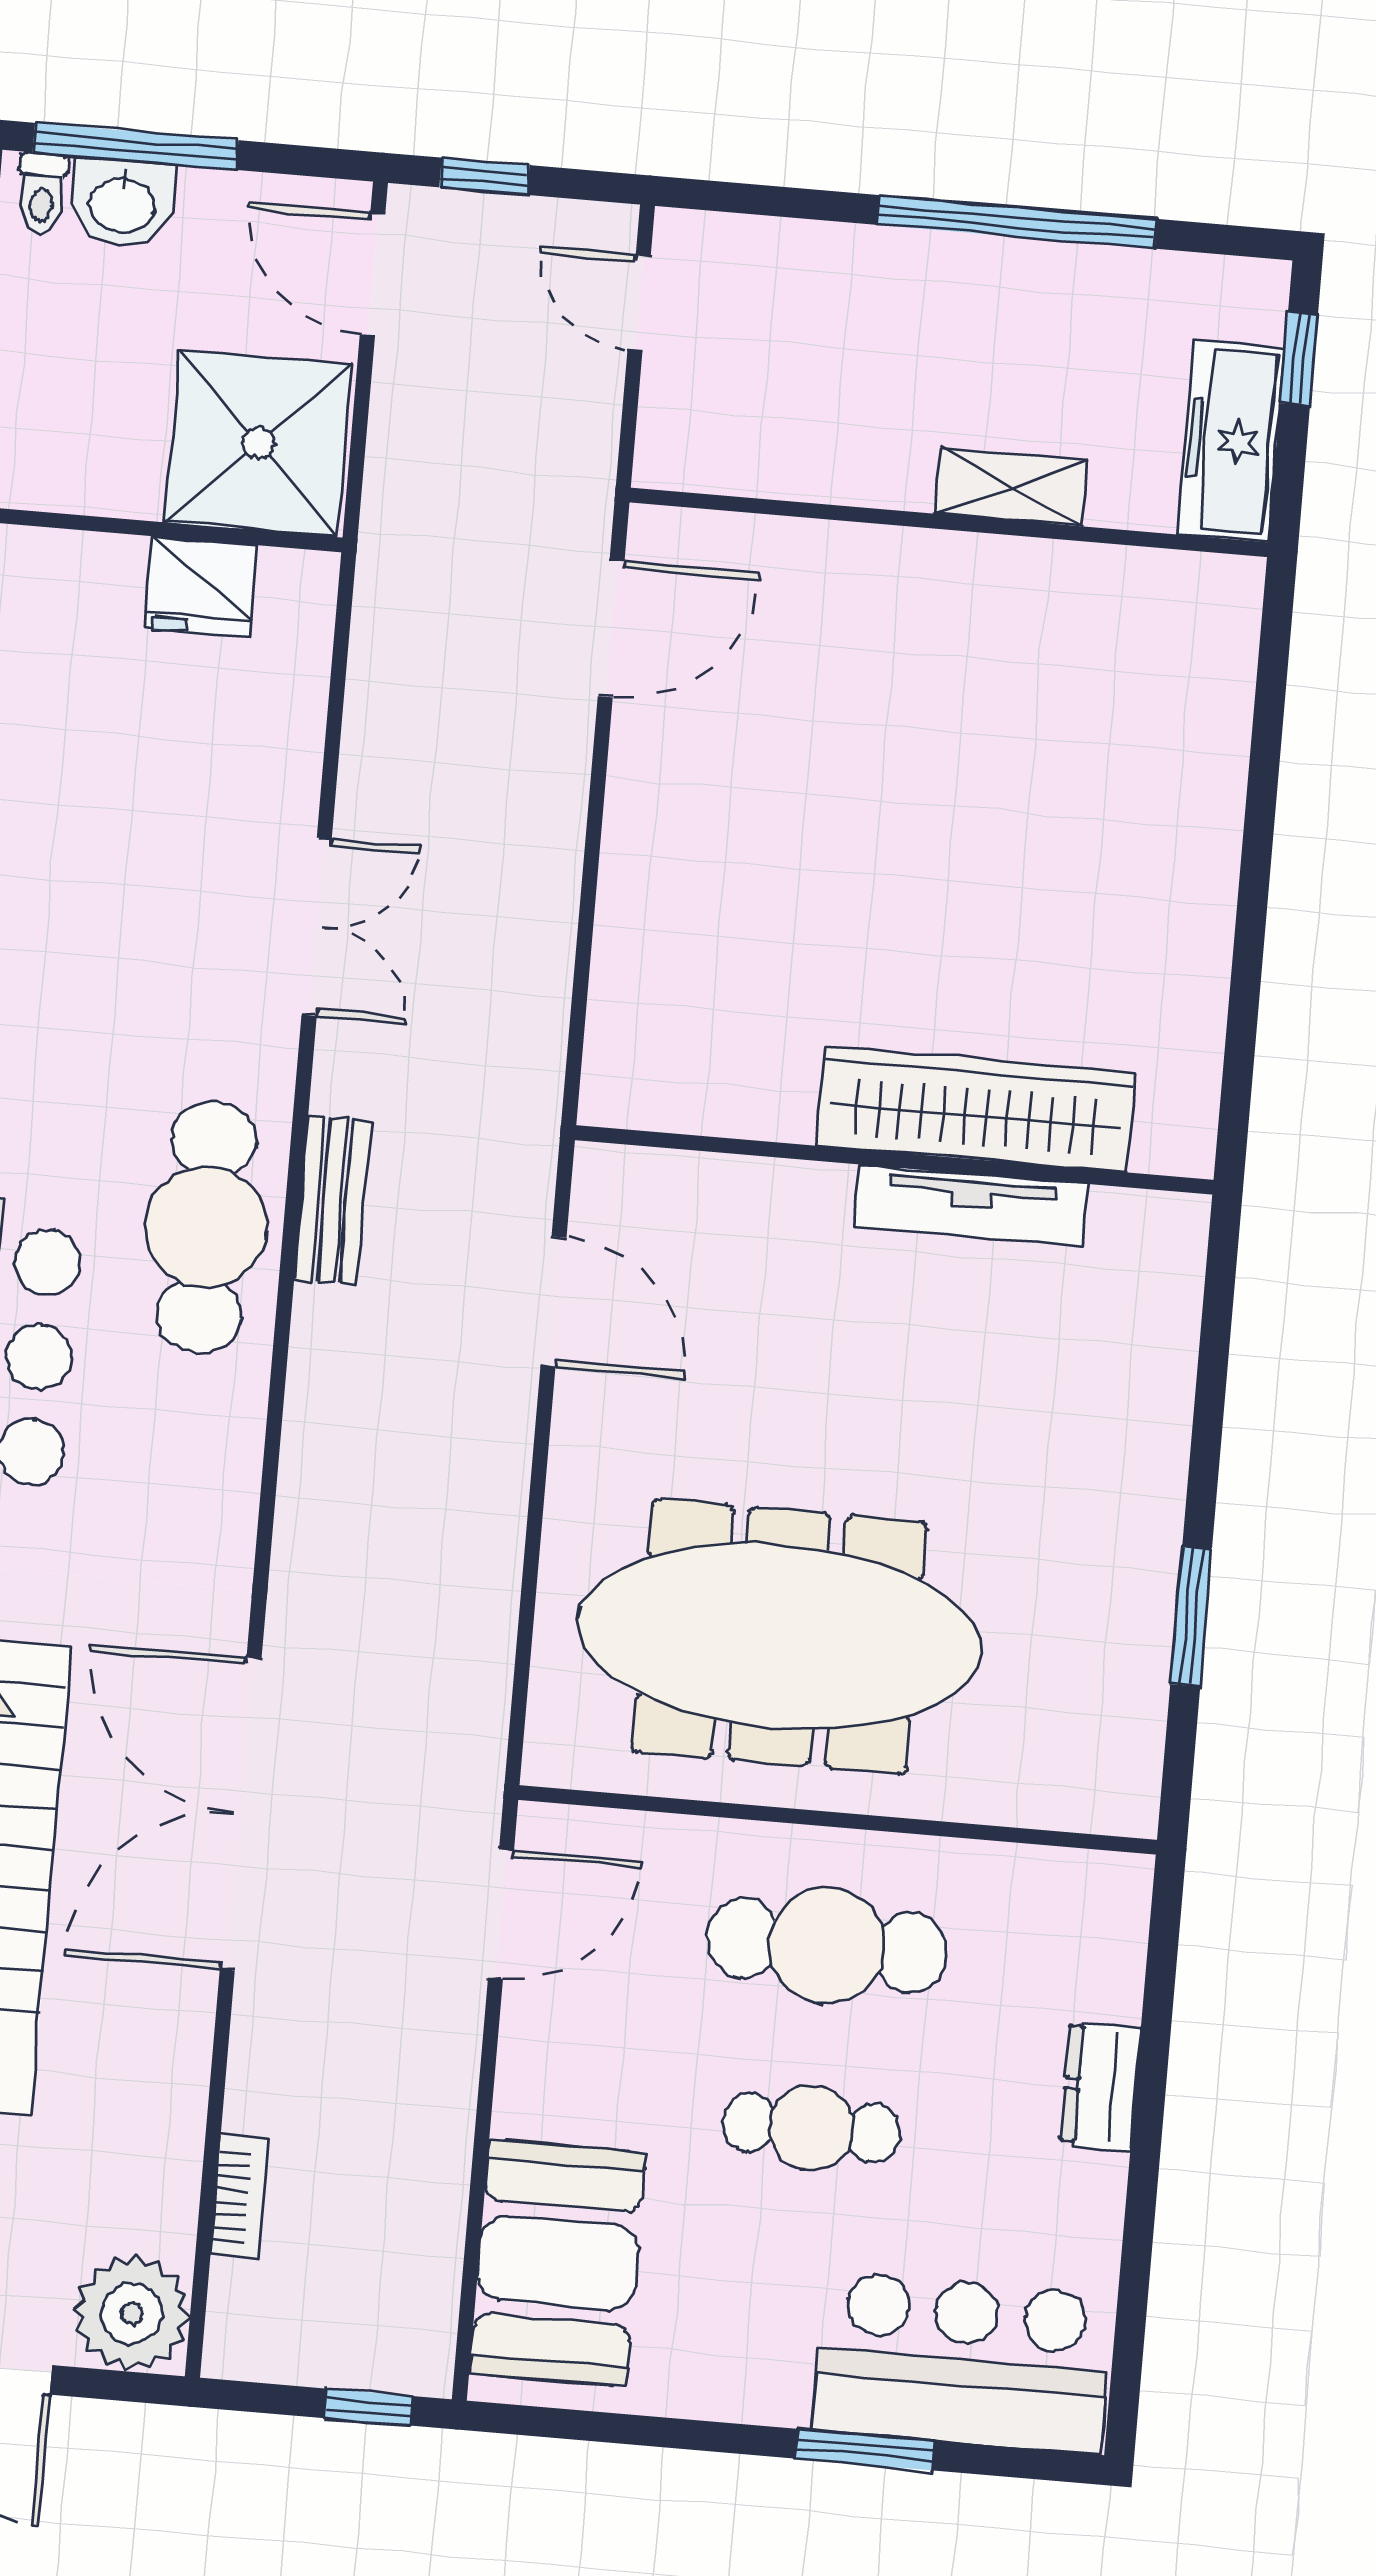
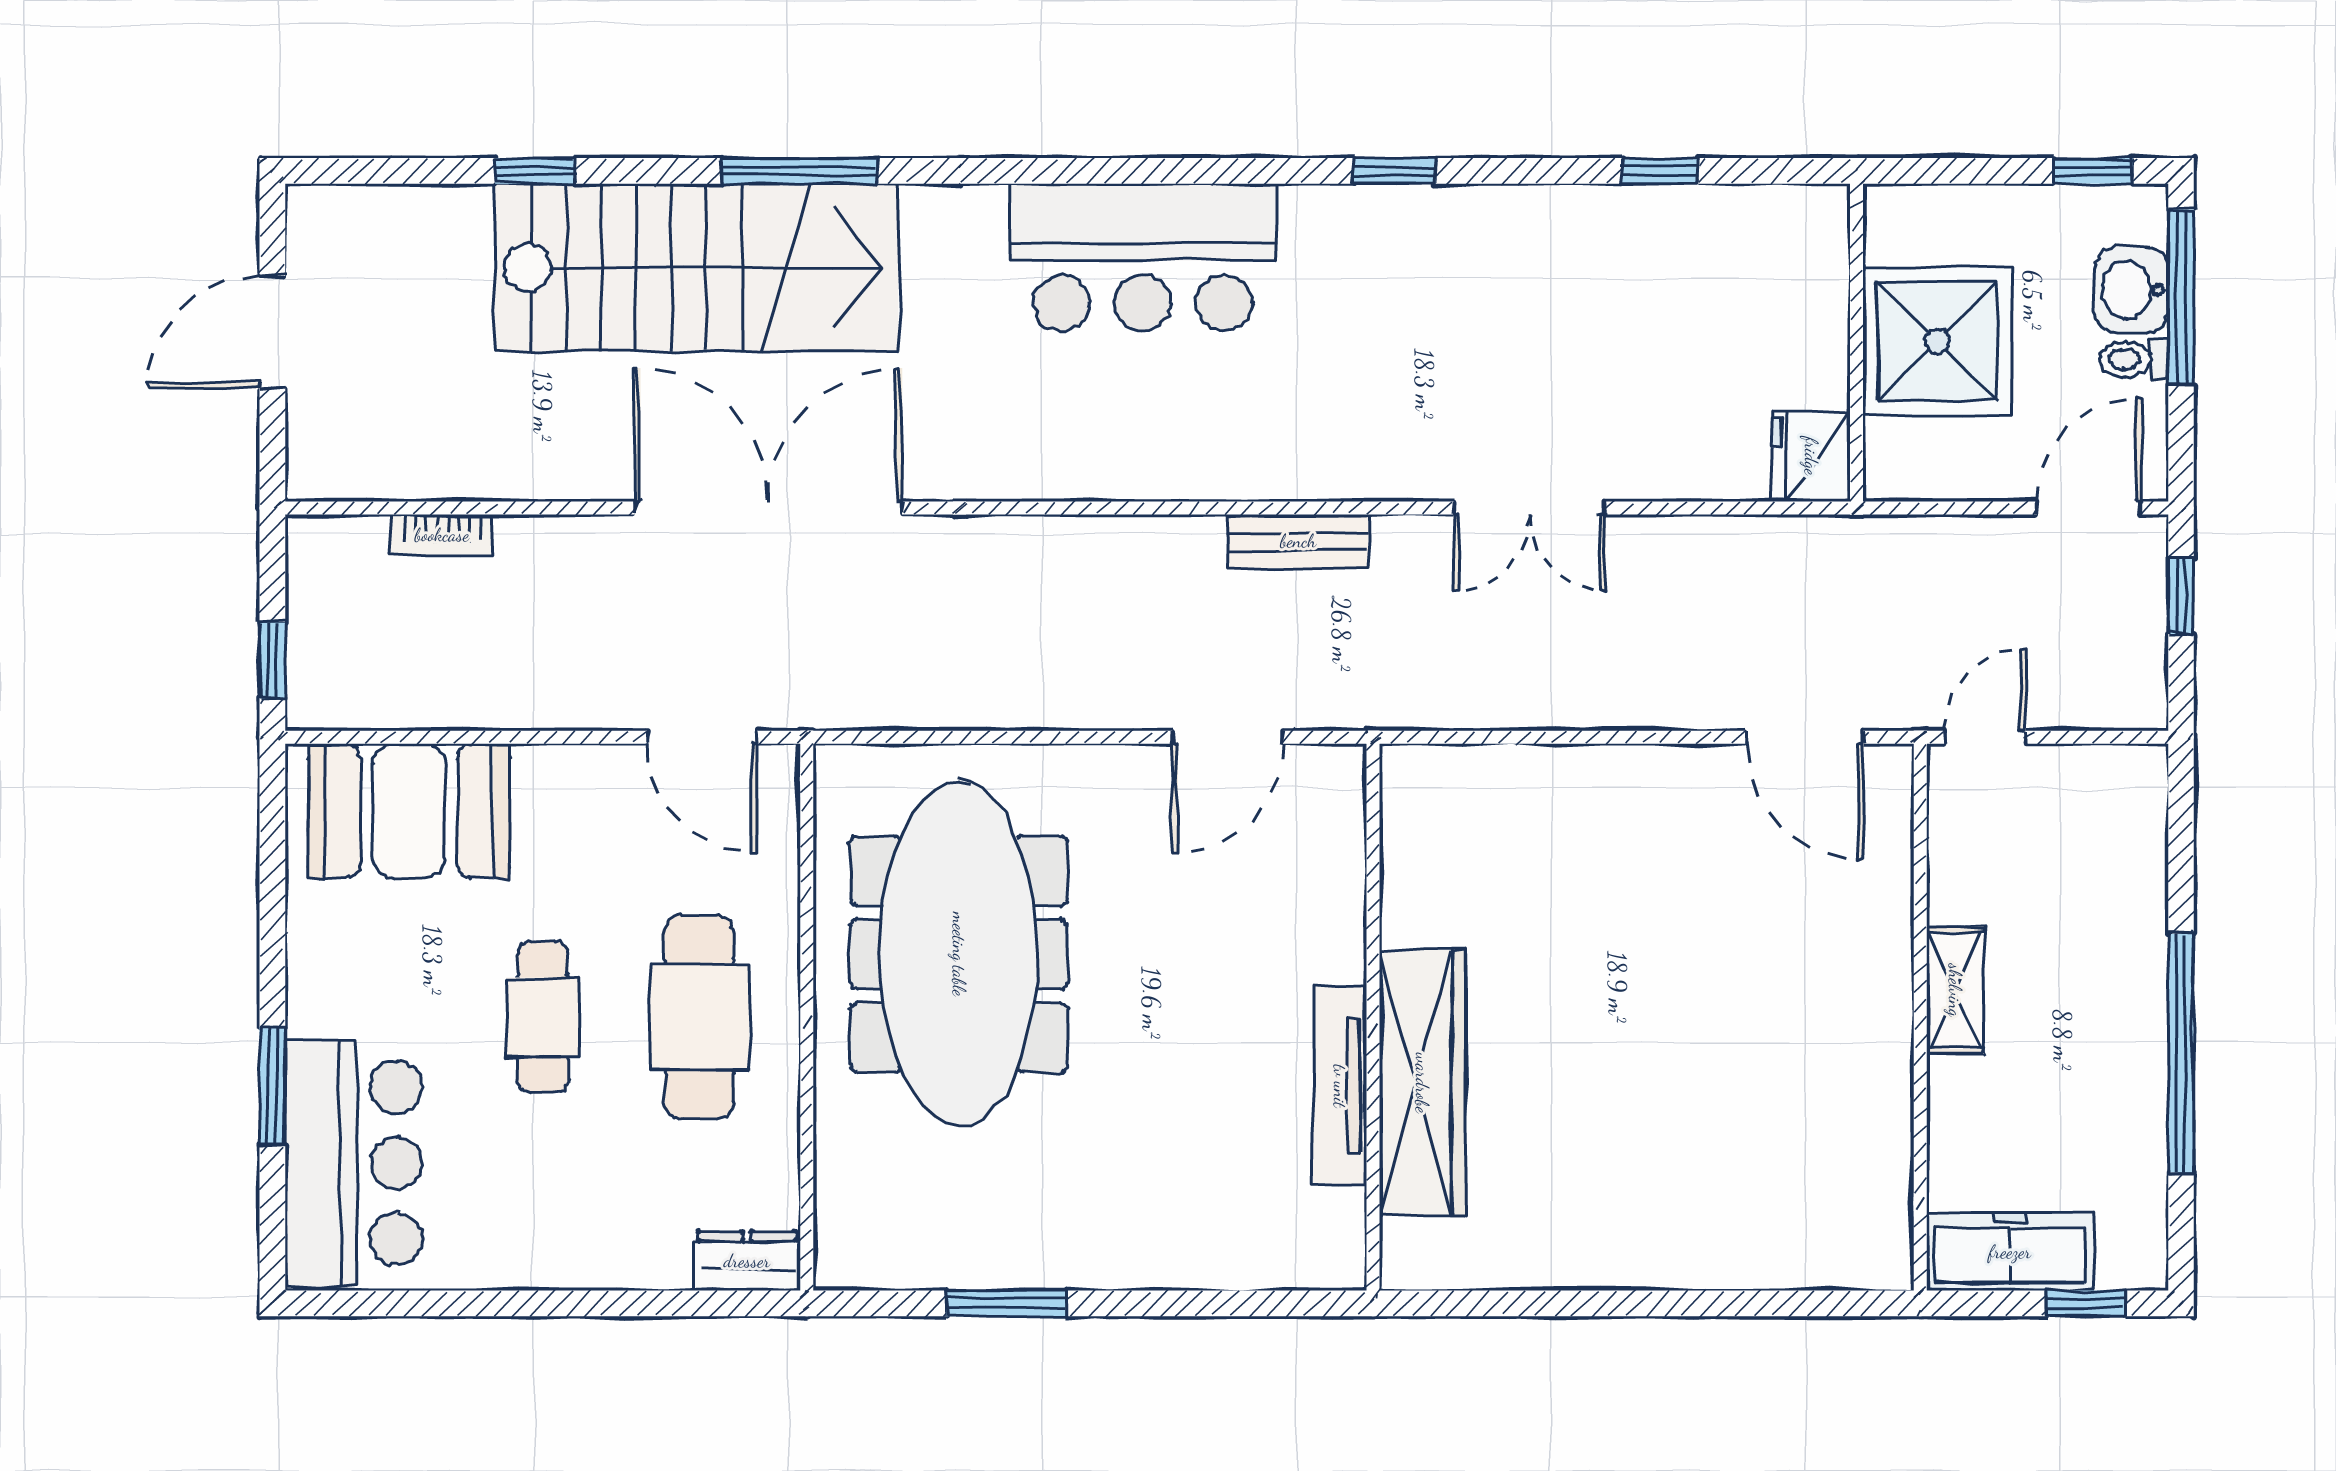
toilet: (42, 193) -> (2134, 359), moved
door: (639, 303) -> (1985, 737), moved
shower: (258, 443) -> (1937, 341), moved
shelving: (1011, 487) -> (1955, 990), moved
fridge: (201, 586) -> (1811, 456), moved
cafe table: (206, 1227) -> (1266, 436), removed
dresser: (1101, 2086) -> (747, 1261), moved
plant: (132, 2313) -> (335, 452), removed

